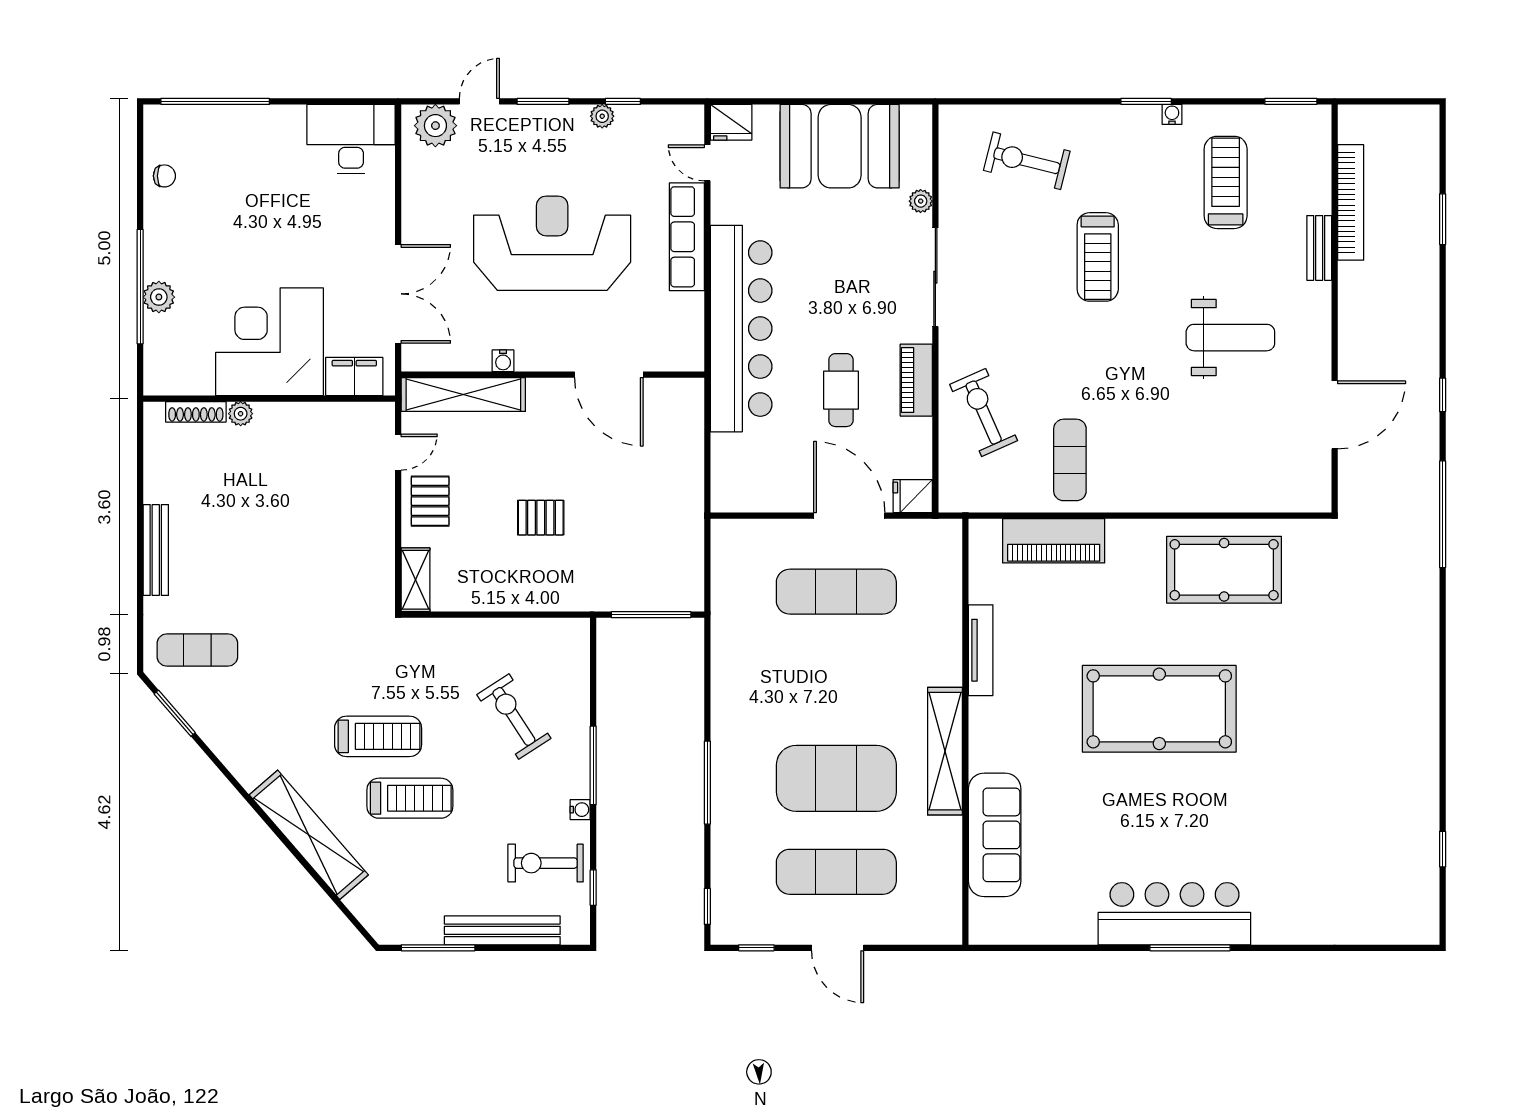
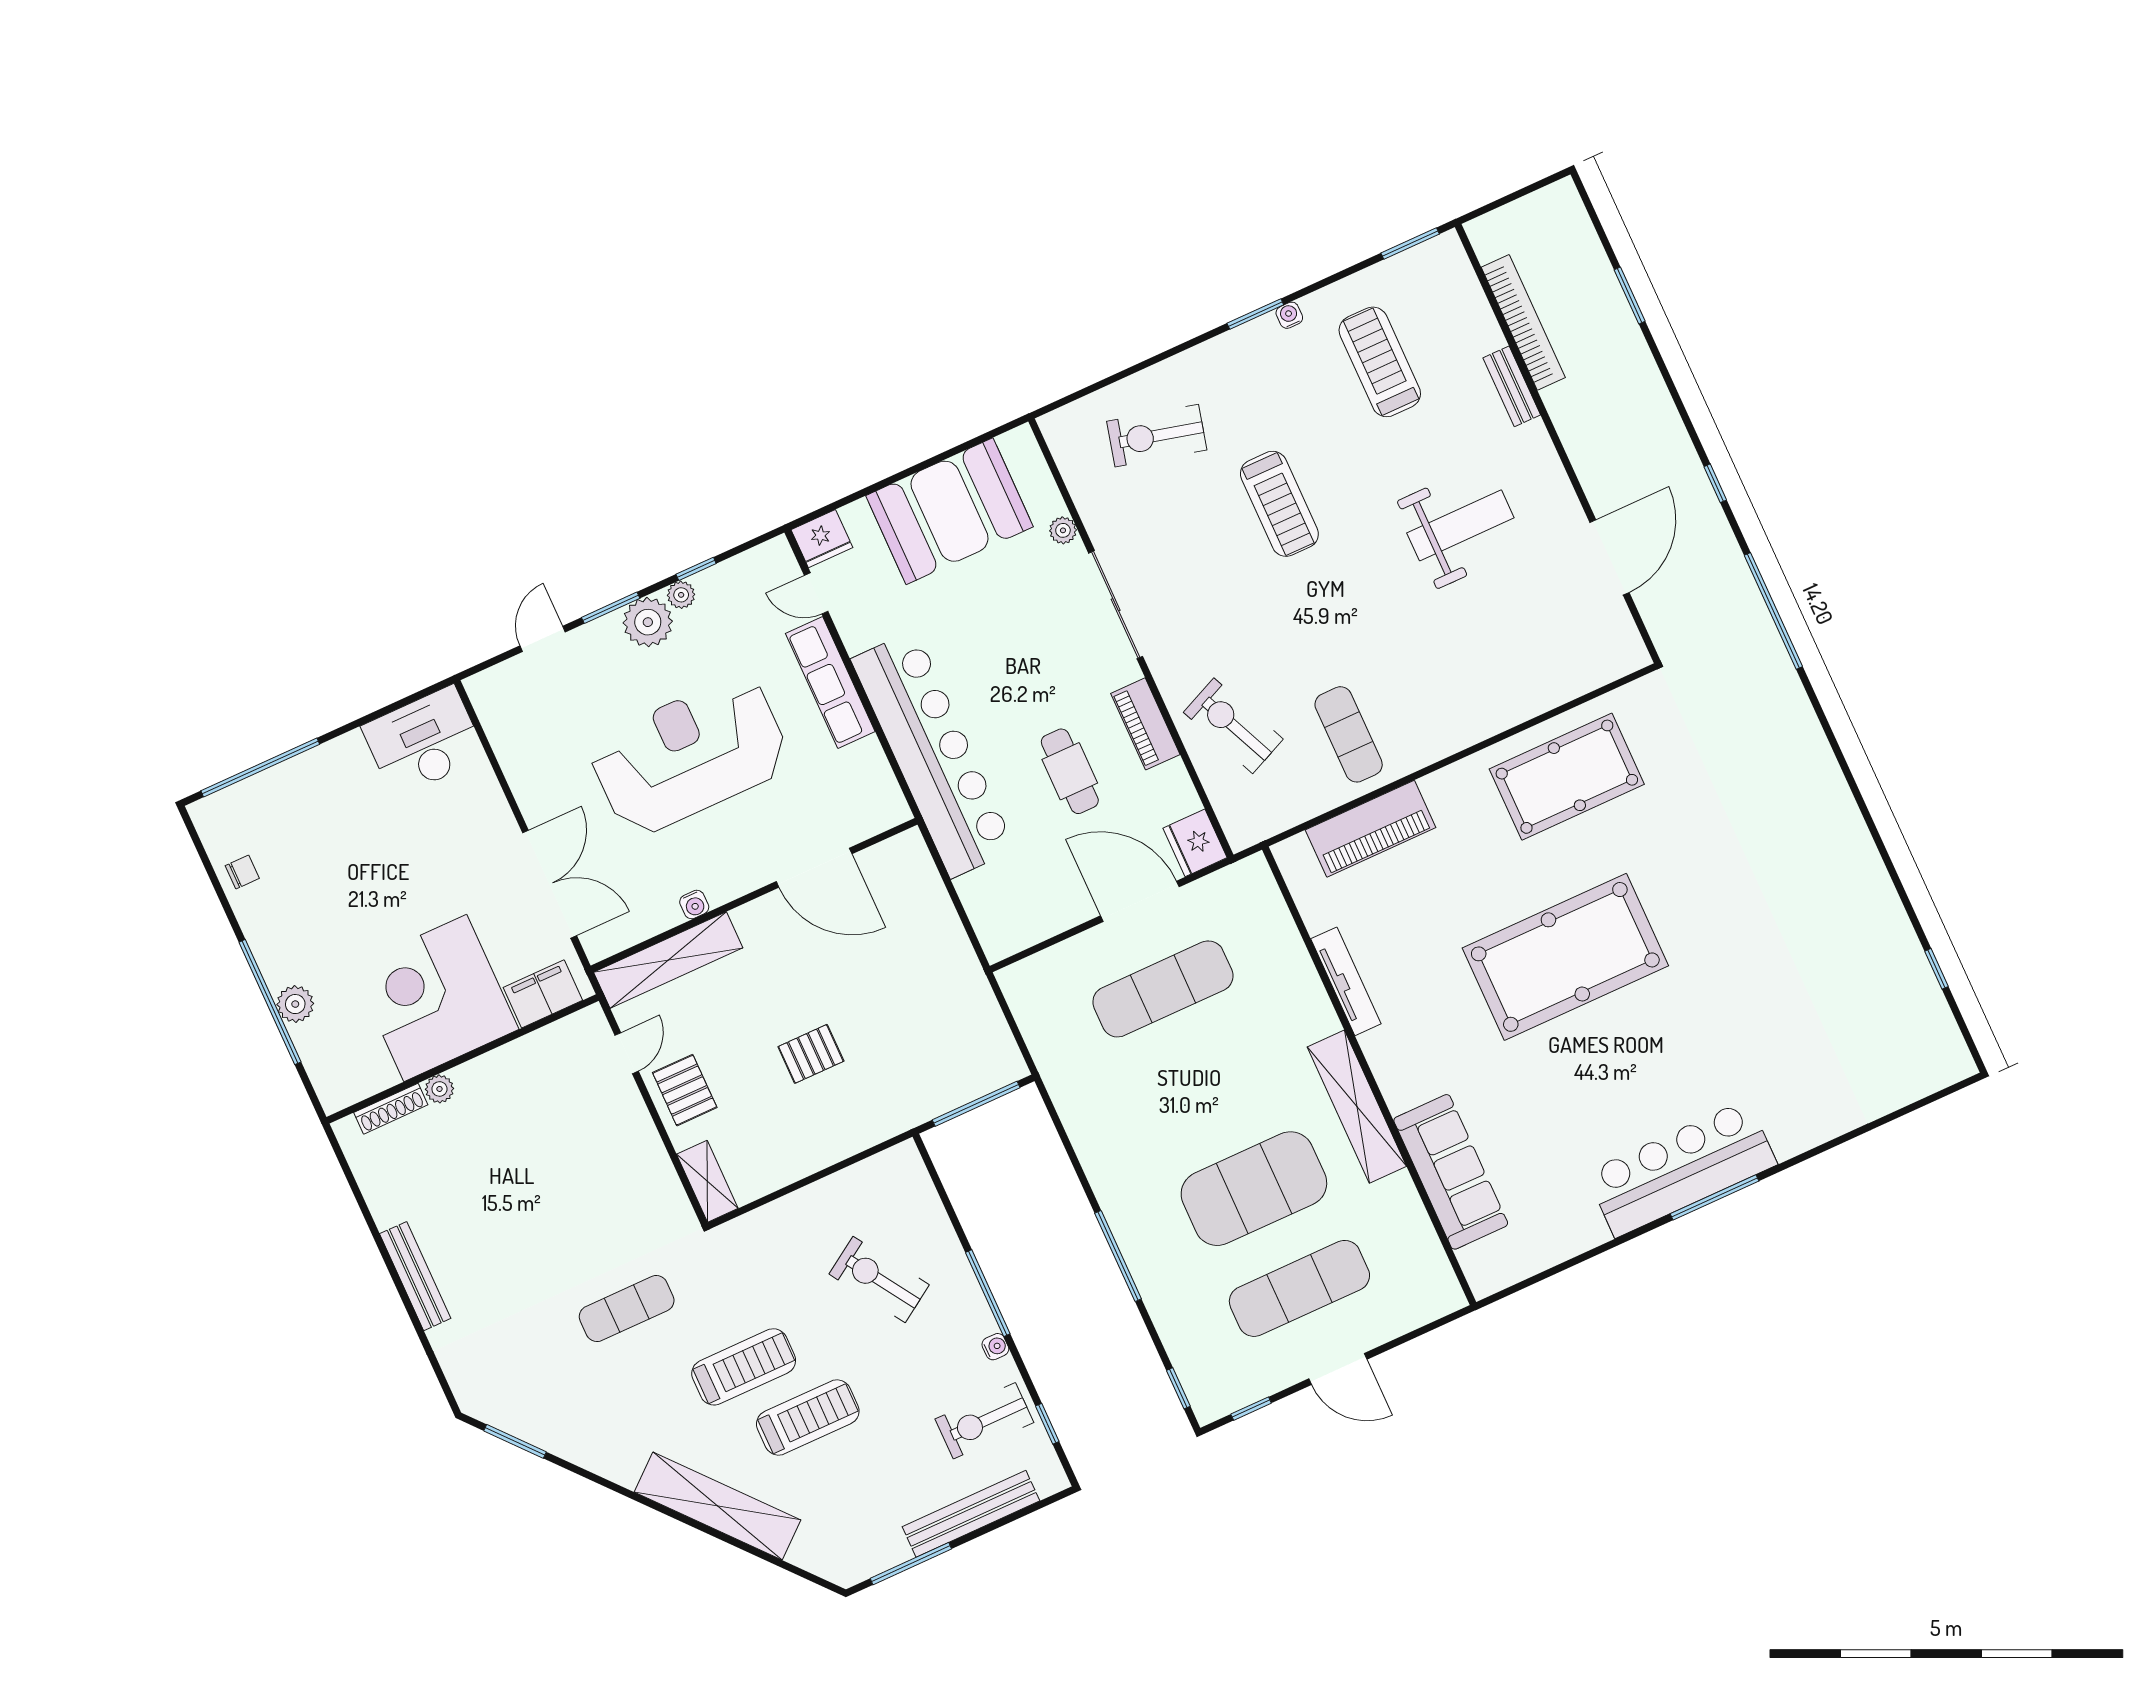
plant: (435, 126) -> (648, 622), moved
fridge: (913, 496) -> (1195, 843), width x1.38
exercise mat: (197, 650) -> (627, 1309), moved

